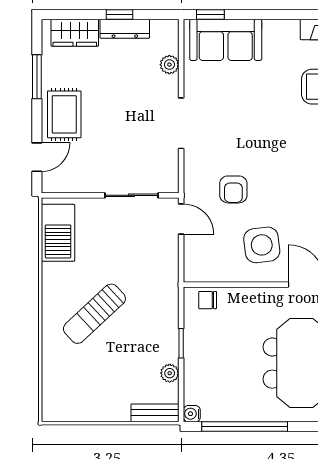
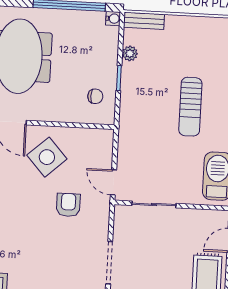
side table: (262, 245) -> (47, 157), turned -35
chair: (208, 300) -> (95, 96), moved
sun lounger: (94, 314) -> (190, 107), turned 133

